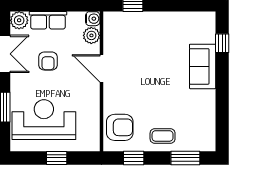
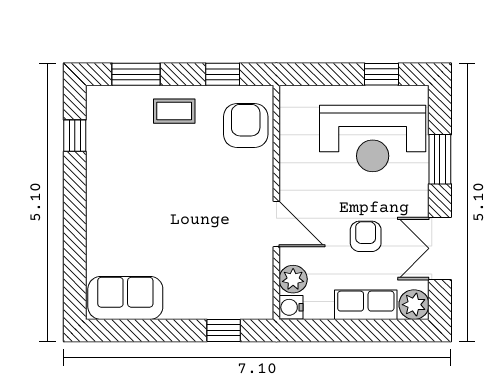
window: (222, 43) -> (75, 136), moved
sofa: (203, 66) -> (125, 298), moved, turned -90
armchair: (120, 127) -> (246, 125), turned 90
window: (57, 158) -> (381, 74), moved

